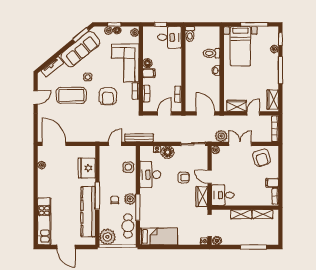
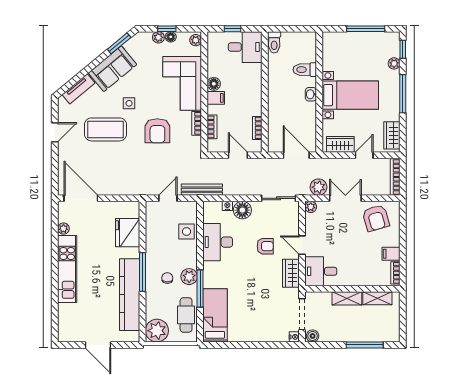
bed with nightstands: (240, 46) -> (350, 95), moved, turned -90
sofa: (80, 49) -> (113, 69), width x0.73
door: (164, 113) -> (238, 155), hinge flipped
kitchen unit: (44, 221) -> (67, 269), moved
bed: (159, 237) -> (215, 315), moved, turned -90

